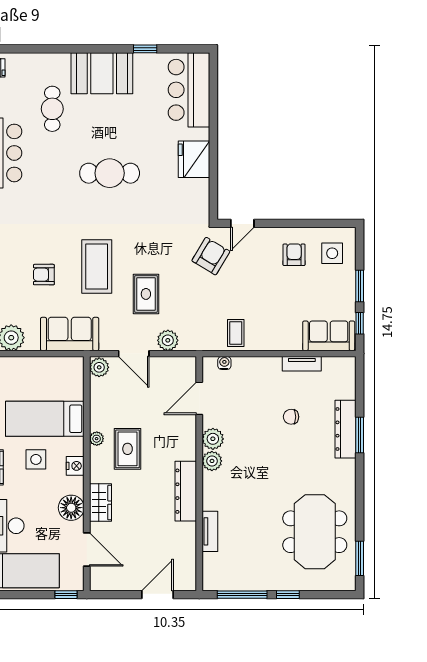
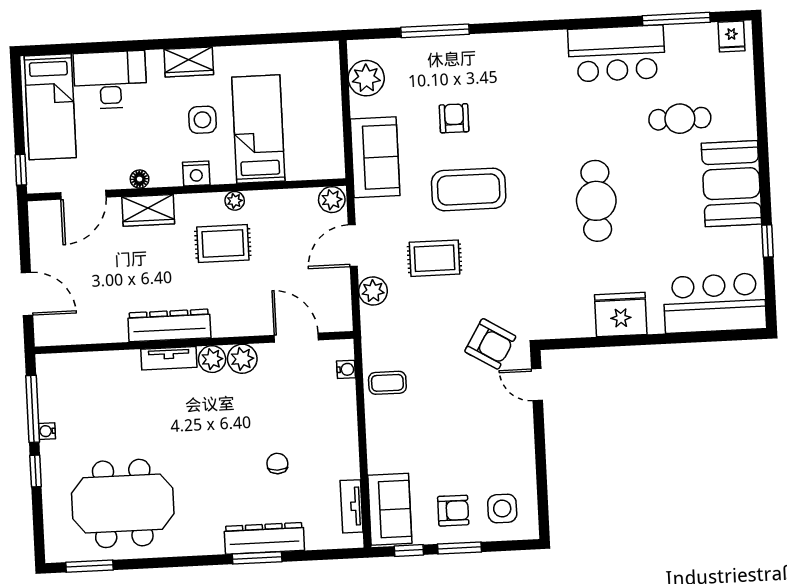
armchair: (294, 255) -> (453, 511), moved
tv unit: (302, 364) -> (352, 506), moved
floor lamp: (71, 508) -> (140, 179), width x0.53, depth x0.53
tv unit: (210, 531) -> (169, 358), moved
water cooler: (259, 585) -> (47, 431), added

